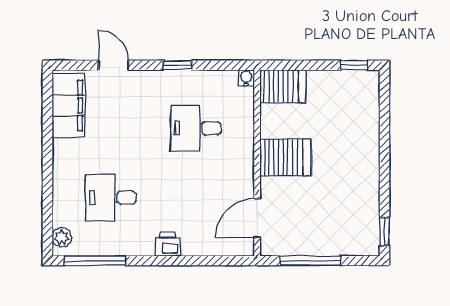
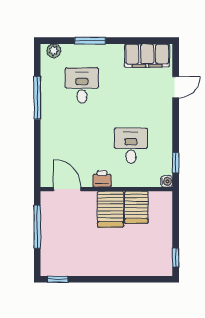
window: (177, 65) -> (176, 163), moved
server rack: (283, 86) -> (136, 207), moved
window: (47, 186) -> (90, 41), added
printer: (168, 245) -> (102, 179), moved, turned -90
window: (95, 261) -> (37, 98), moved

